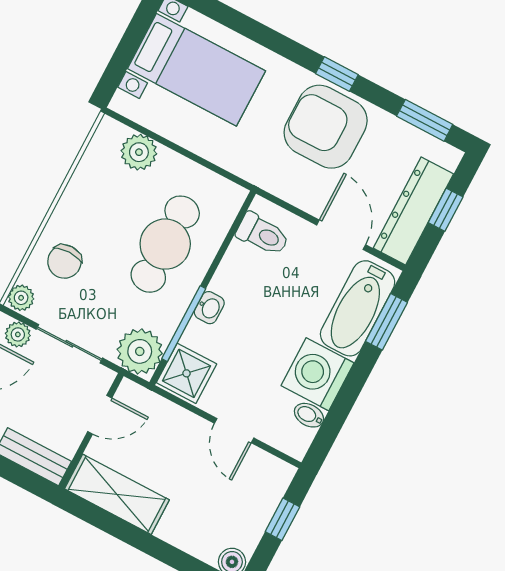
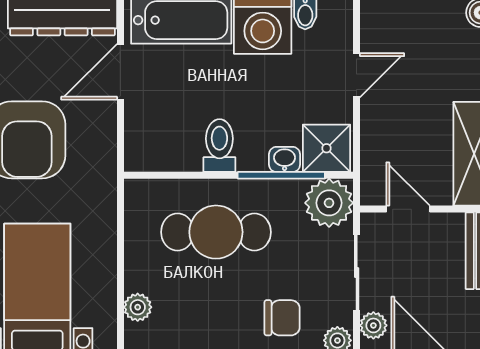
plant: (139, 152) -> (138, 307), width x0.73, depth x0.73
toilet: (263, 234) -> (219, 146), moved
washbasin: (209, 308) -> (285, 159), moved

